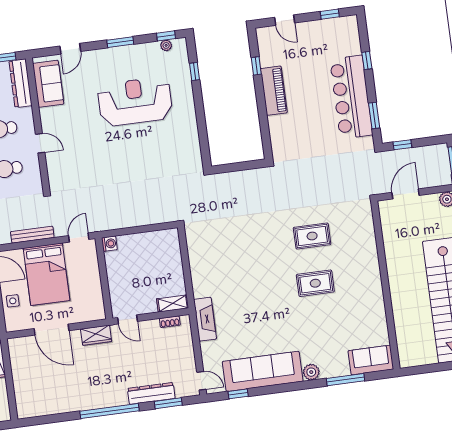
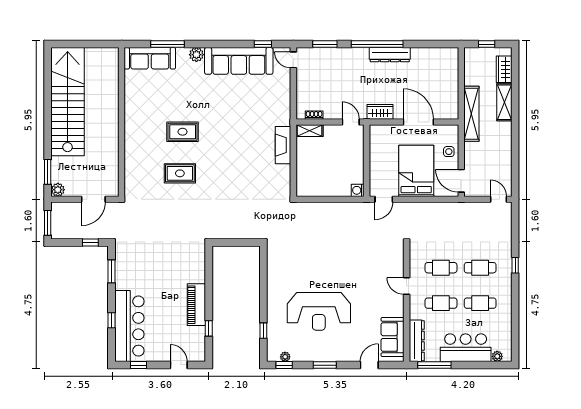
bar counter: (351, 97) -> (129, 326), moved
bench: (32, 235) -> (424, 207), removed
fireplace: (205, 319) -> (283, 145), moved
sofa: (371, 360) -> (150, 58), width x1.36
dresser: (151, 393) -> (390, 55), moved

